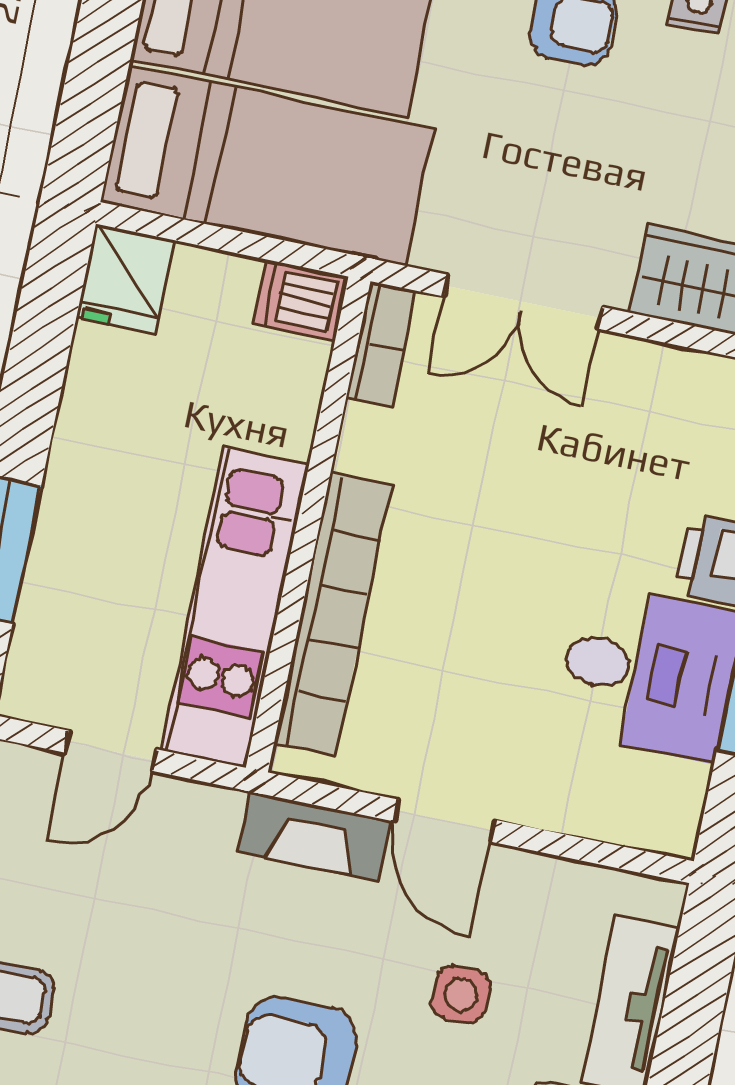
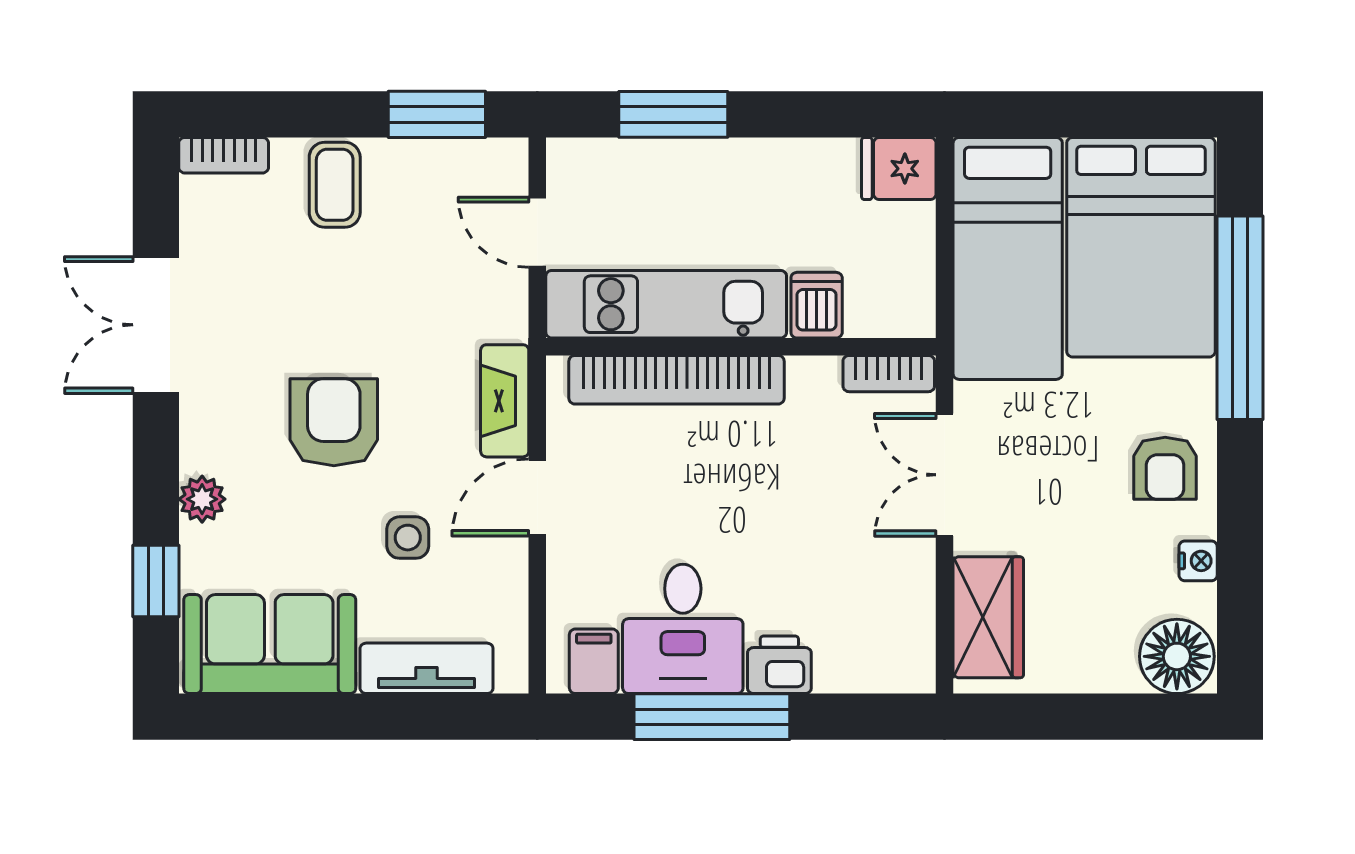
dishwasher: (300, 300) -> (817, 305), moved
filing cabinet: (666, 793) -> (594, 661), added

